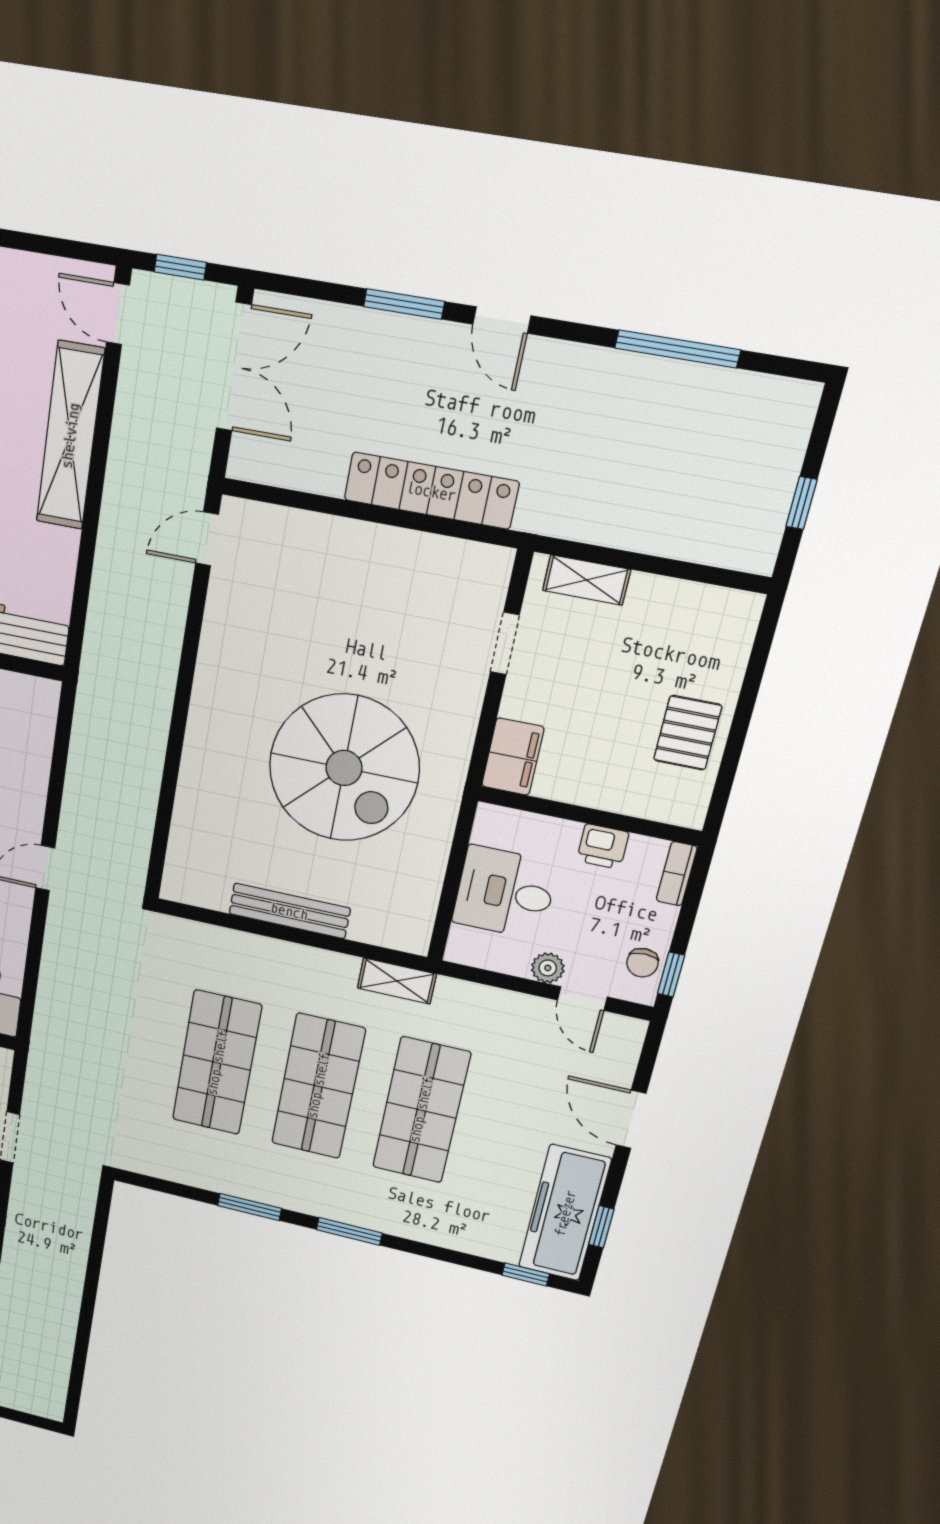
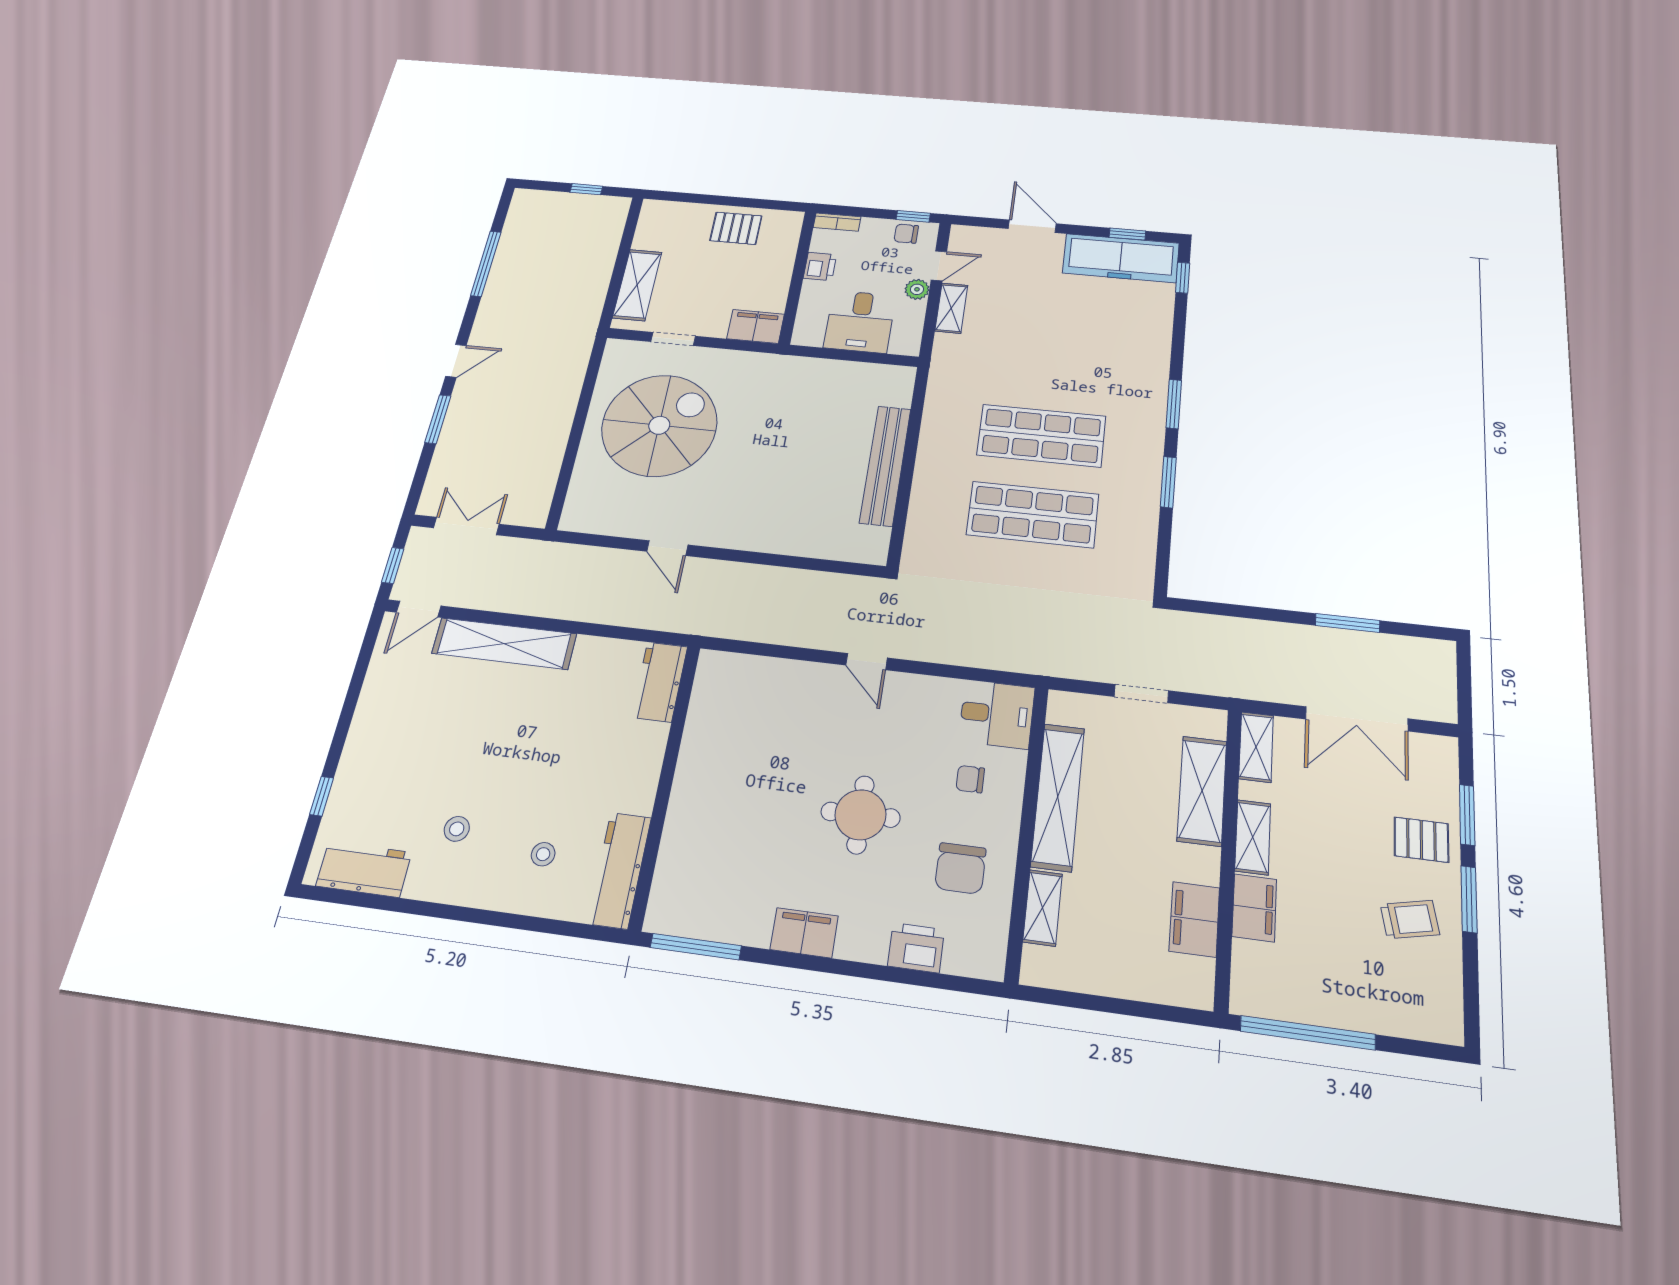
double door: (234, 367) -> (466, 526), width x0.73
locker: (431, 491) -> (564, 393), removed
door: (207, 539) -> (667, 548), moved
shelving: (586, 580) -> (637, 285), width x1.50, depth x1.33
spiral stairs: (344, 768) -> (659, 425), moved
bench: (289, 911) -> (885, 465), width x1.37, depth x1.21
chair: (642, 963) -> (906, 234), turned 180
shelving: (397, 981) -> (951, 308), moved
shop shelf: (421, 1110) -> (1050, 361), removed
door: (631, 1119) -> (1032, 226), swing flipped
window: (83, 1337) -> (1348, 623), added

